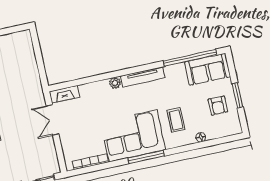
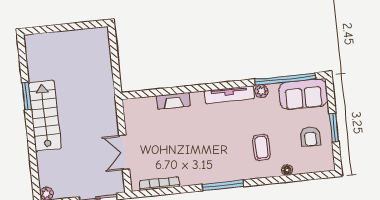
plant: (115, 83) -> (261, 91), moved
fireplace: (64, 94) -> (173, 101), moved
double door: (53, 120) -> (124, 152), moved
corner sofa: (133, 136) -> (211, 160), removed

